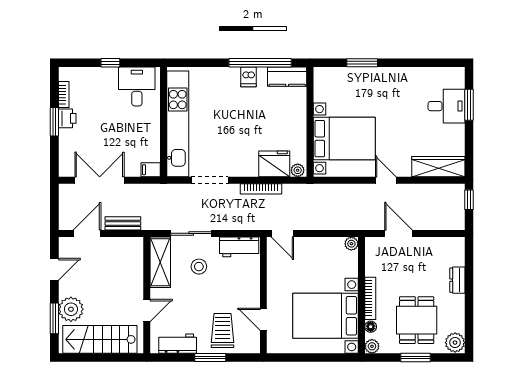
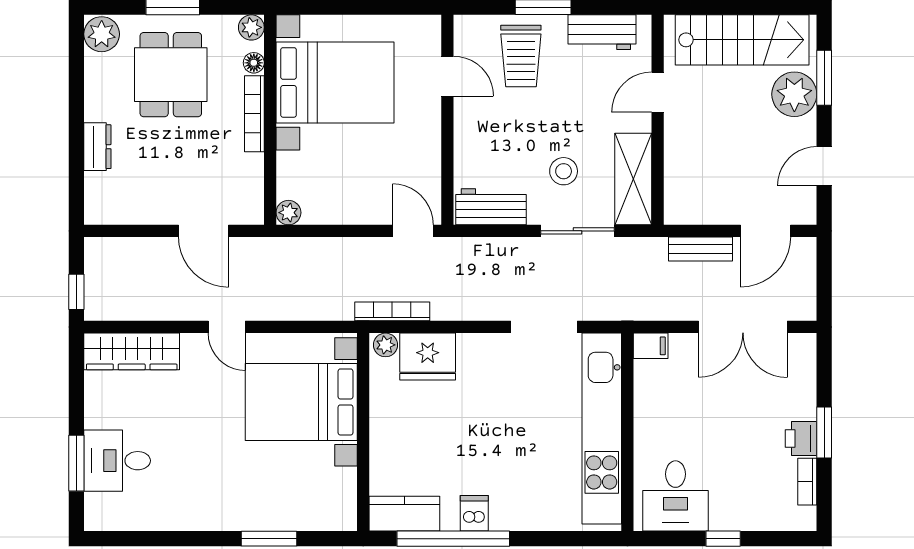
bookcase: (261, 189) -> (392, 311), moved

